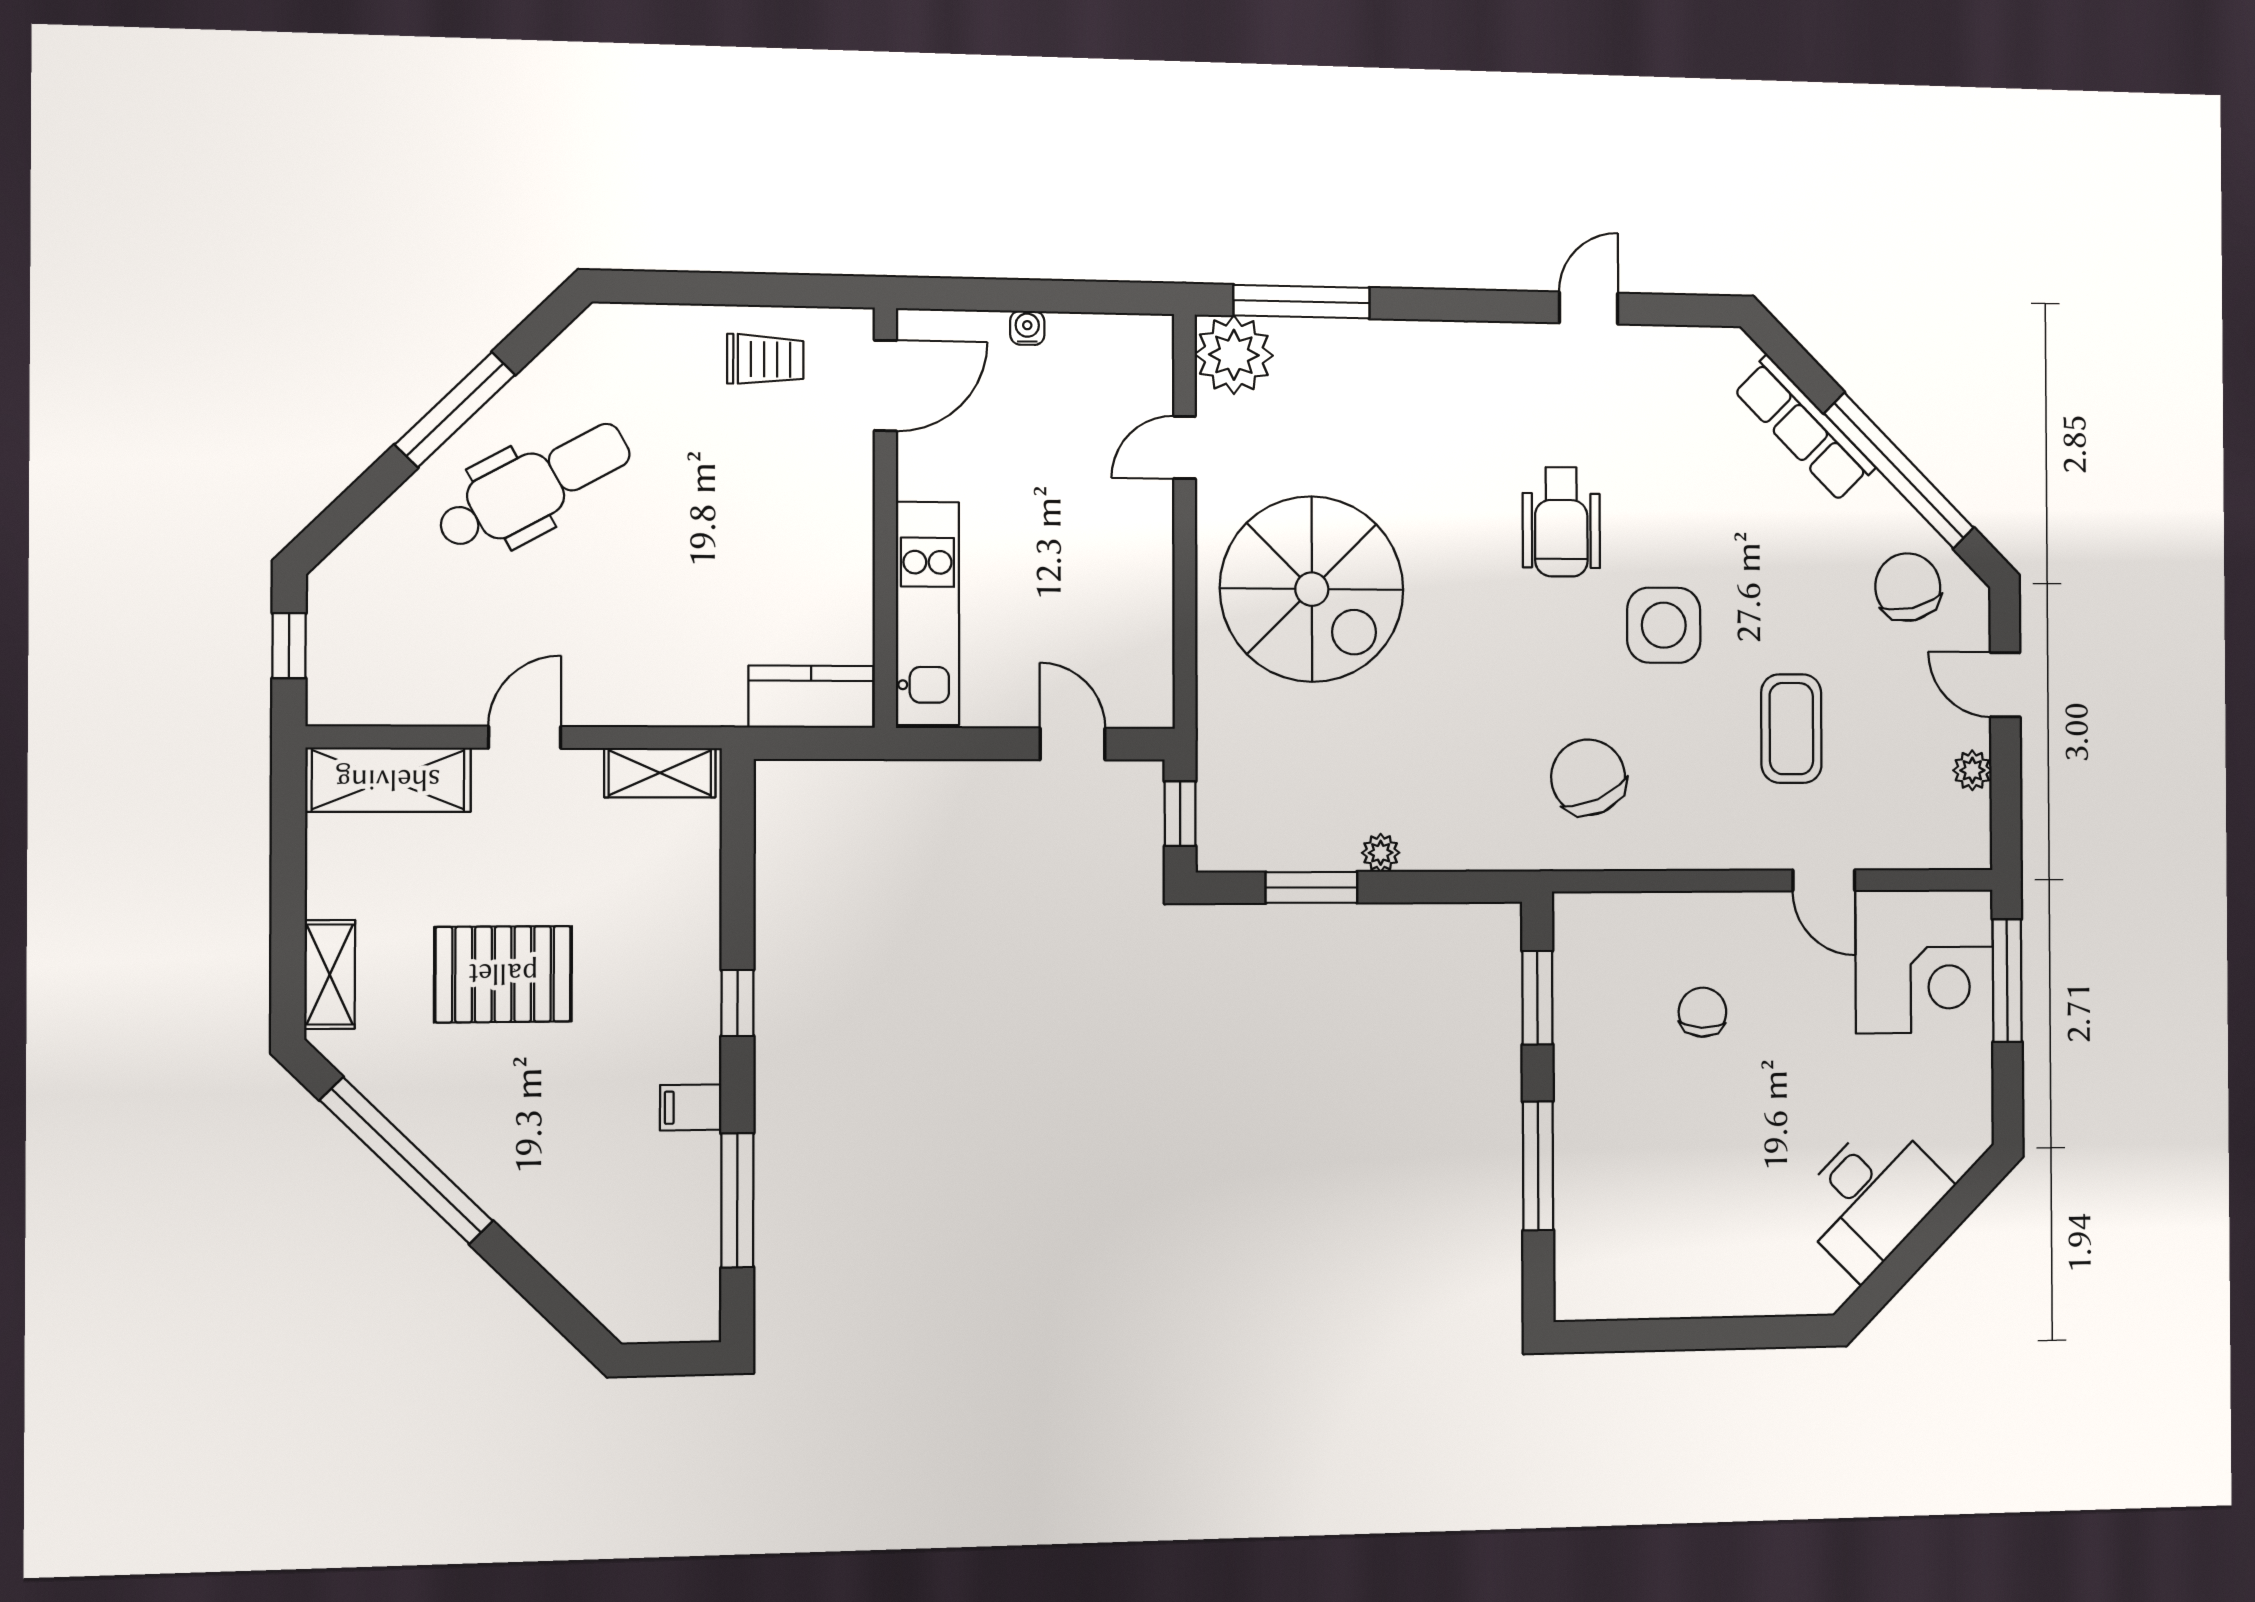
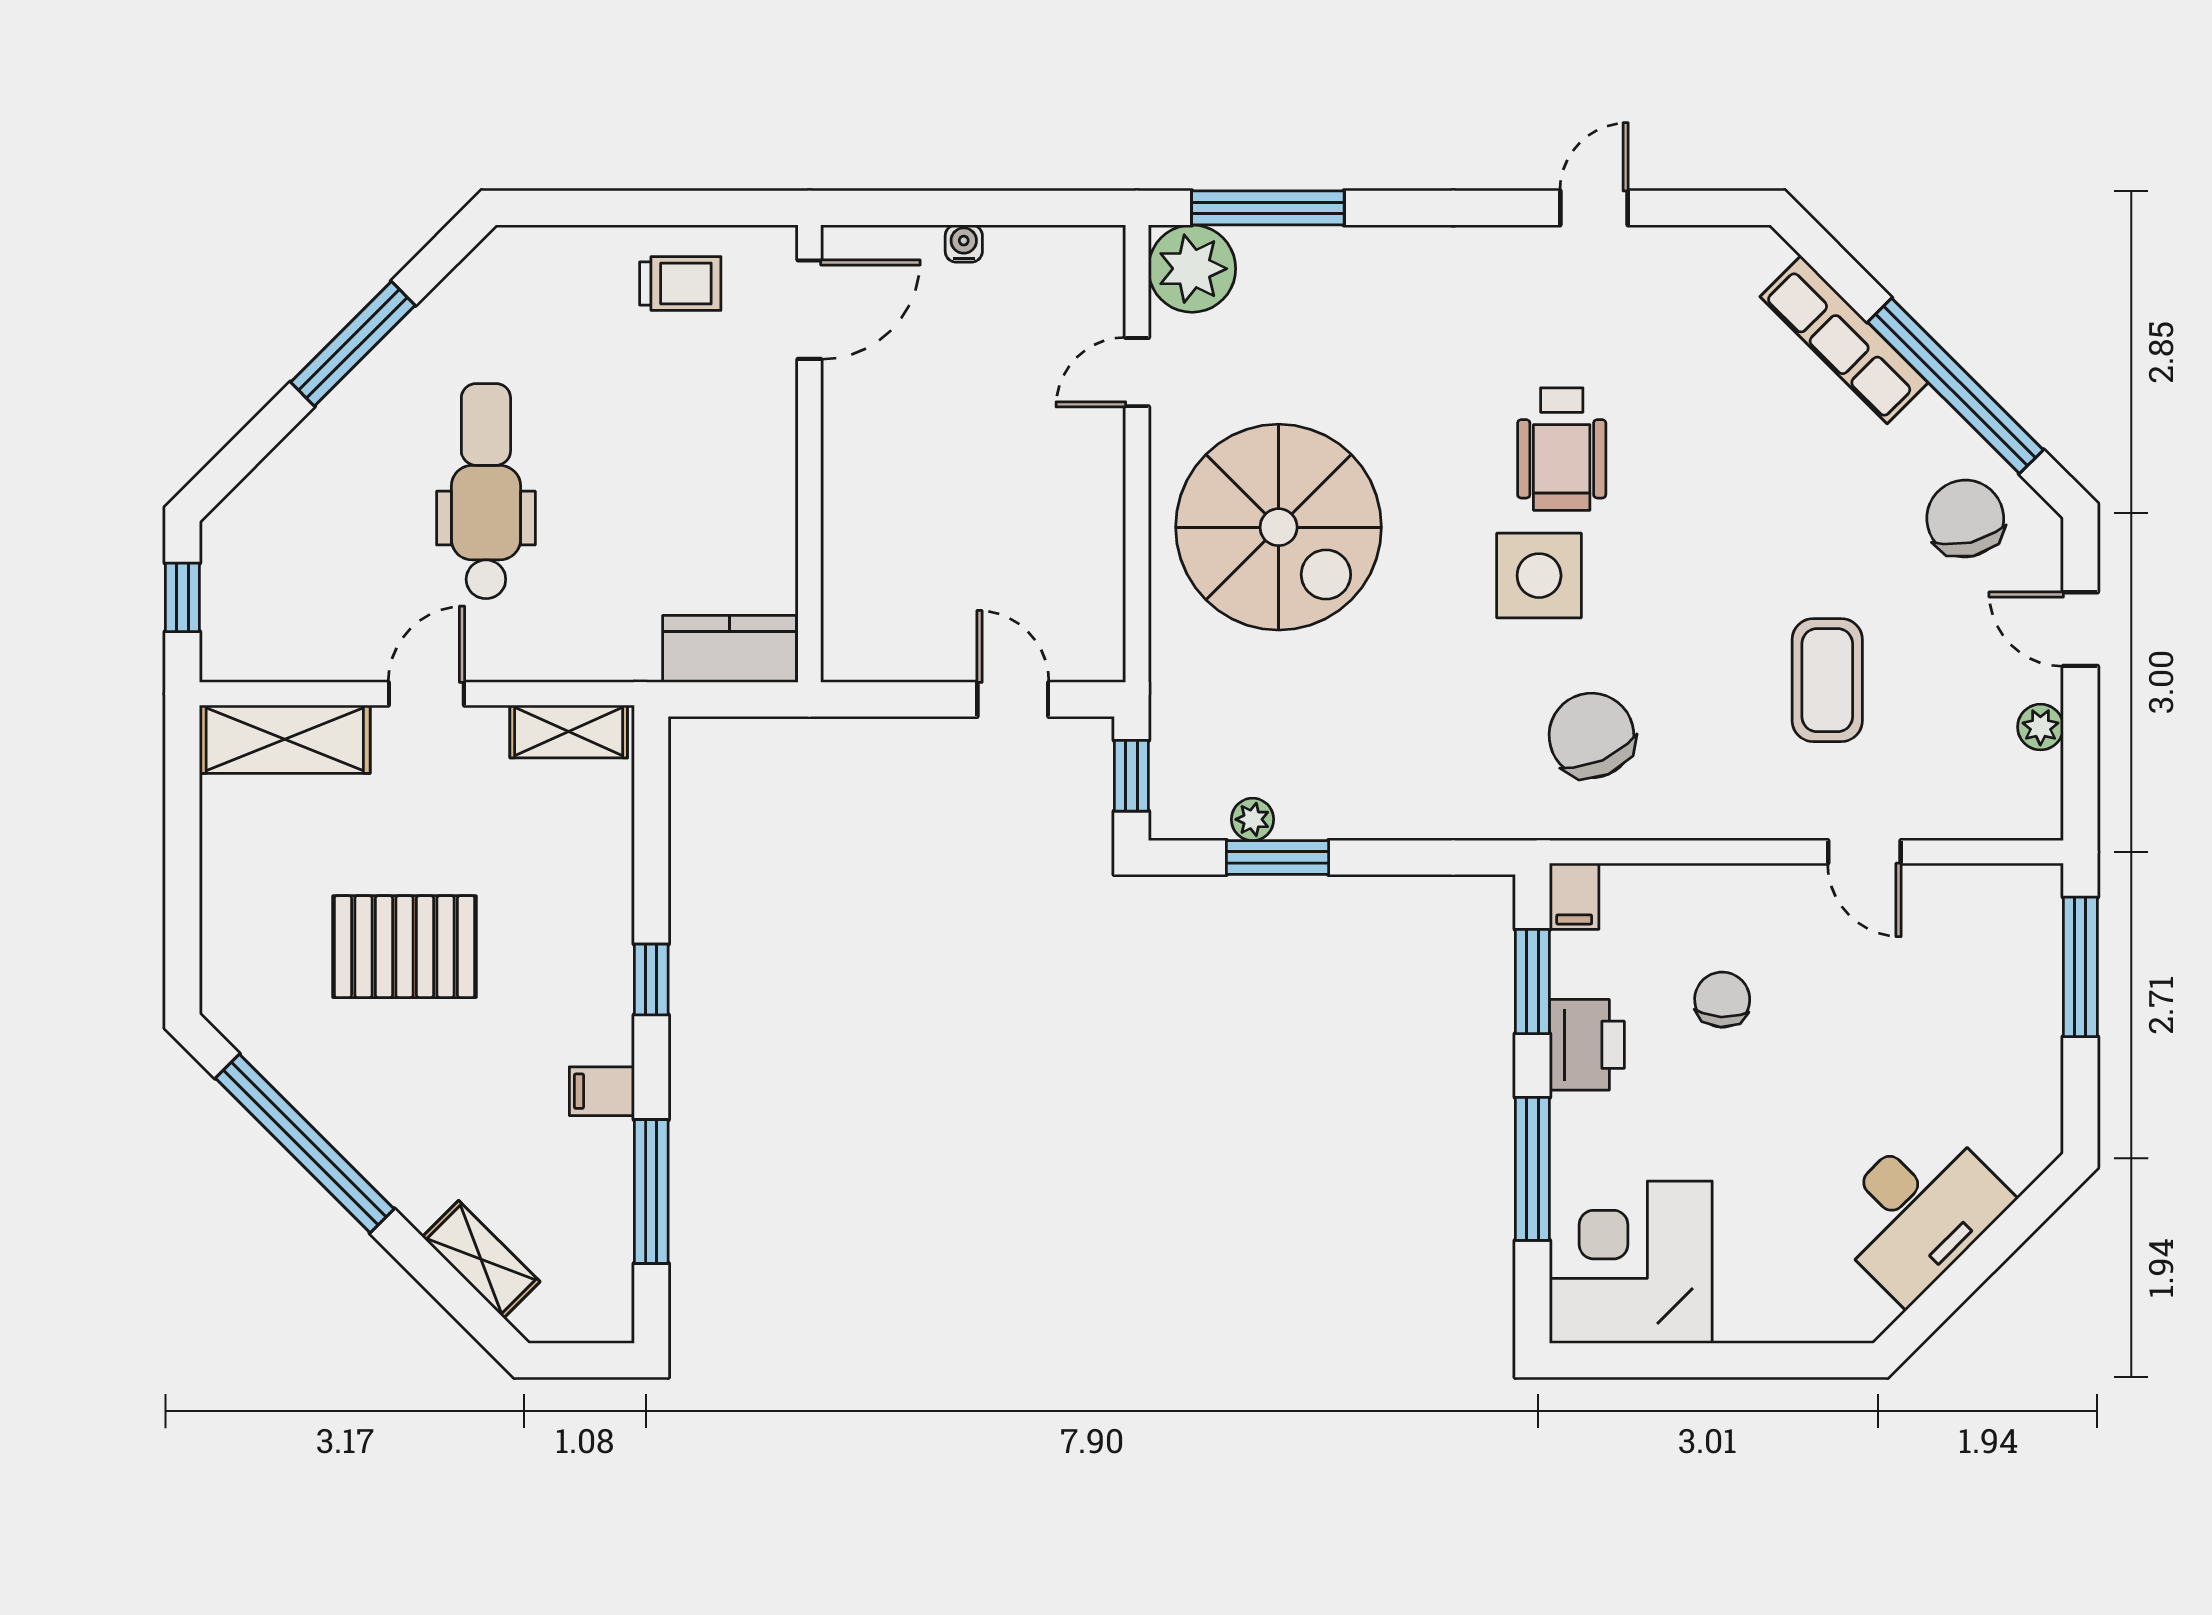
dental chair: (534, 486) -> (486, 491), moved, turned -61
kitchen unit: (927, 613) -> (855, 558), removed
side table: (1664, 625) -> (1539, 576), moved
plant: (1381, 853) -> (1253, 819), moved
filing cabinet: (1574, 921) -> (1574, 896), added
corner desk: (1924, 961) -> (1631, 1262), moved, turned 180
shelving: (330, 974) -> (481, 1259), moved, turned -45
printer: (1585, 1054) -> (1587, 1045), added

